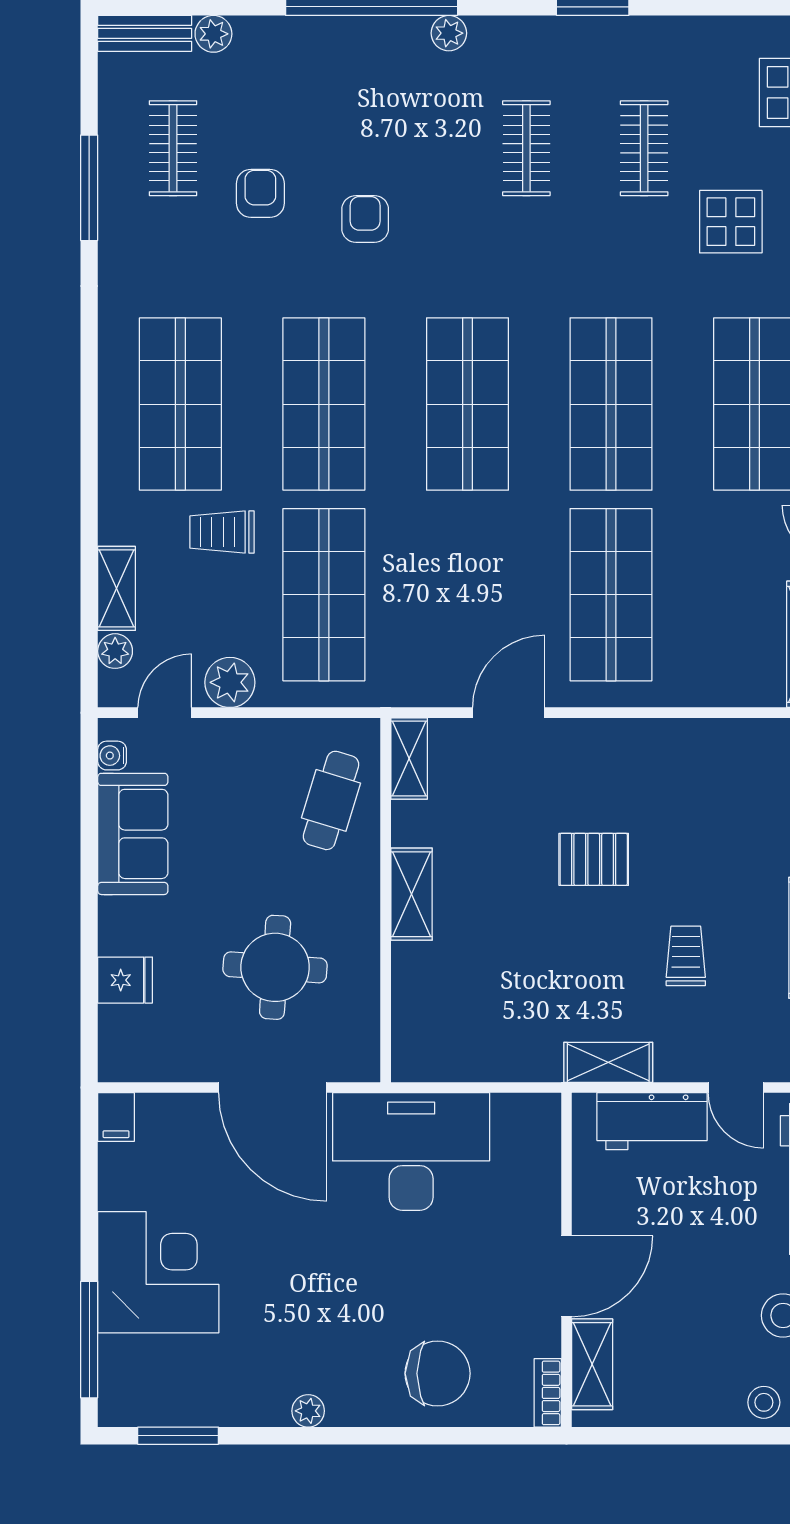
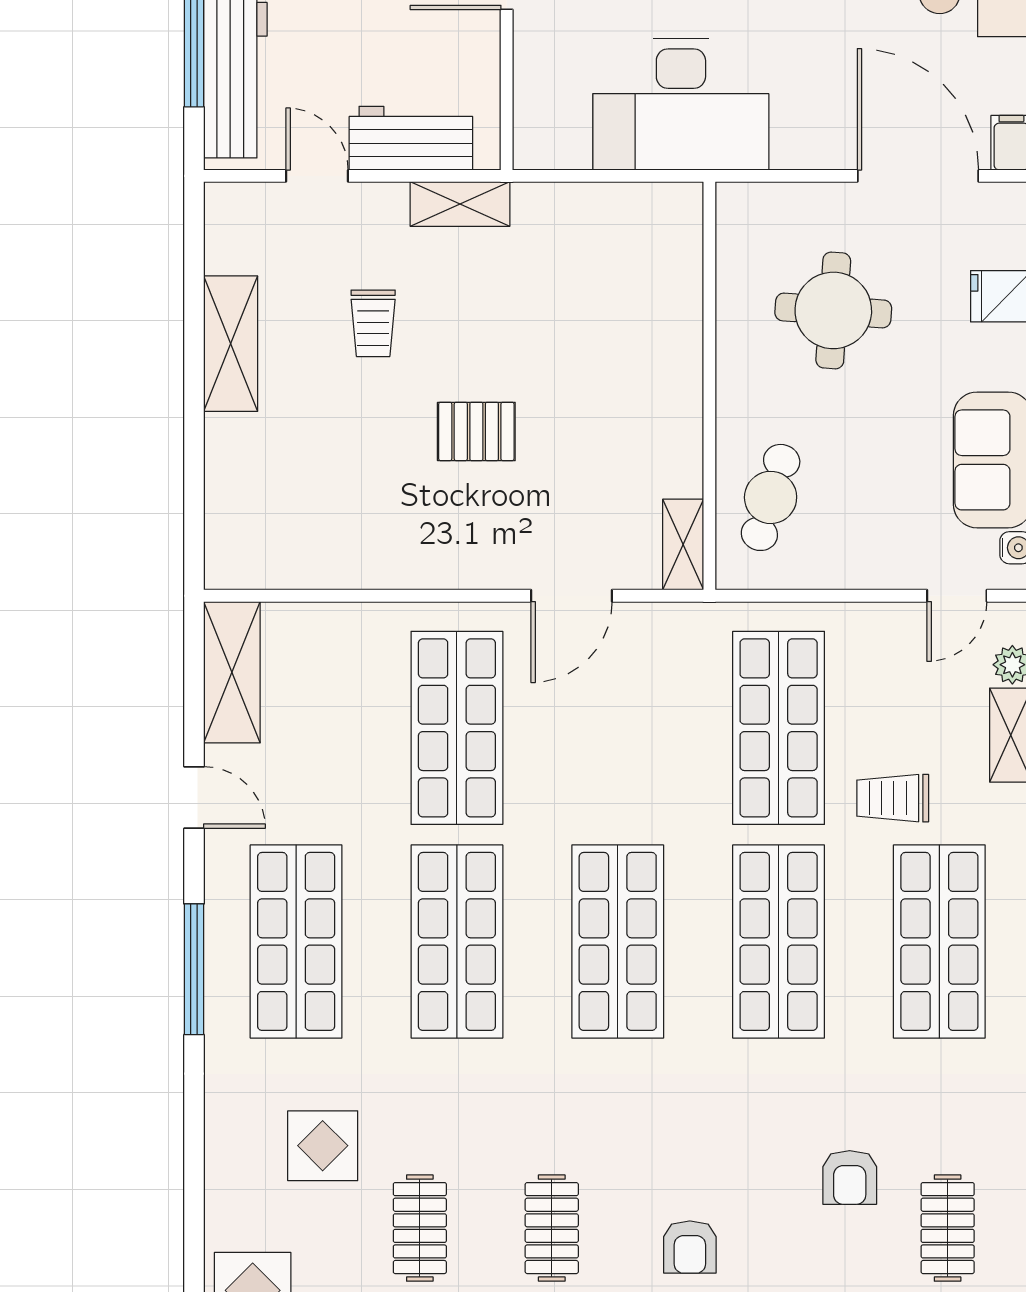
armchair: (365, 219) -> (690, 1247), moved
trolley: (222, 532) -> (893, 798), turned 180
plant: (230, 682) -> (884, 630), removed
shelving: (411, 894) -> (680, 392), removed
door: (273, 1088) -> (918, 176), moved

